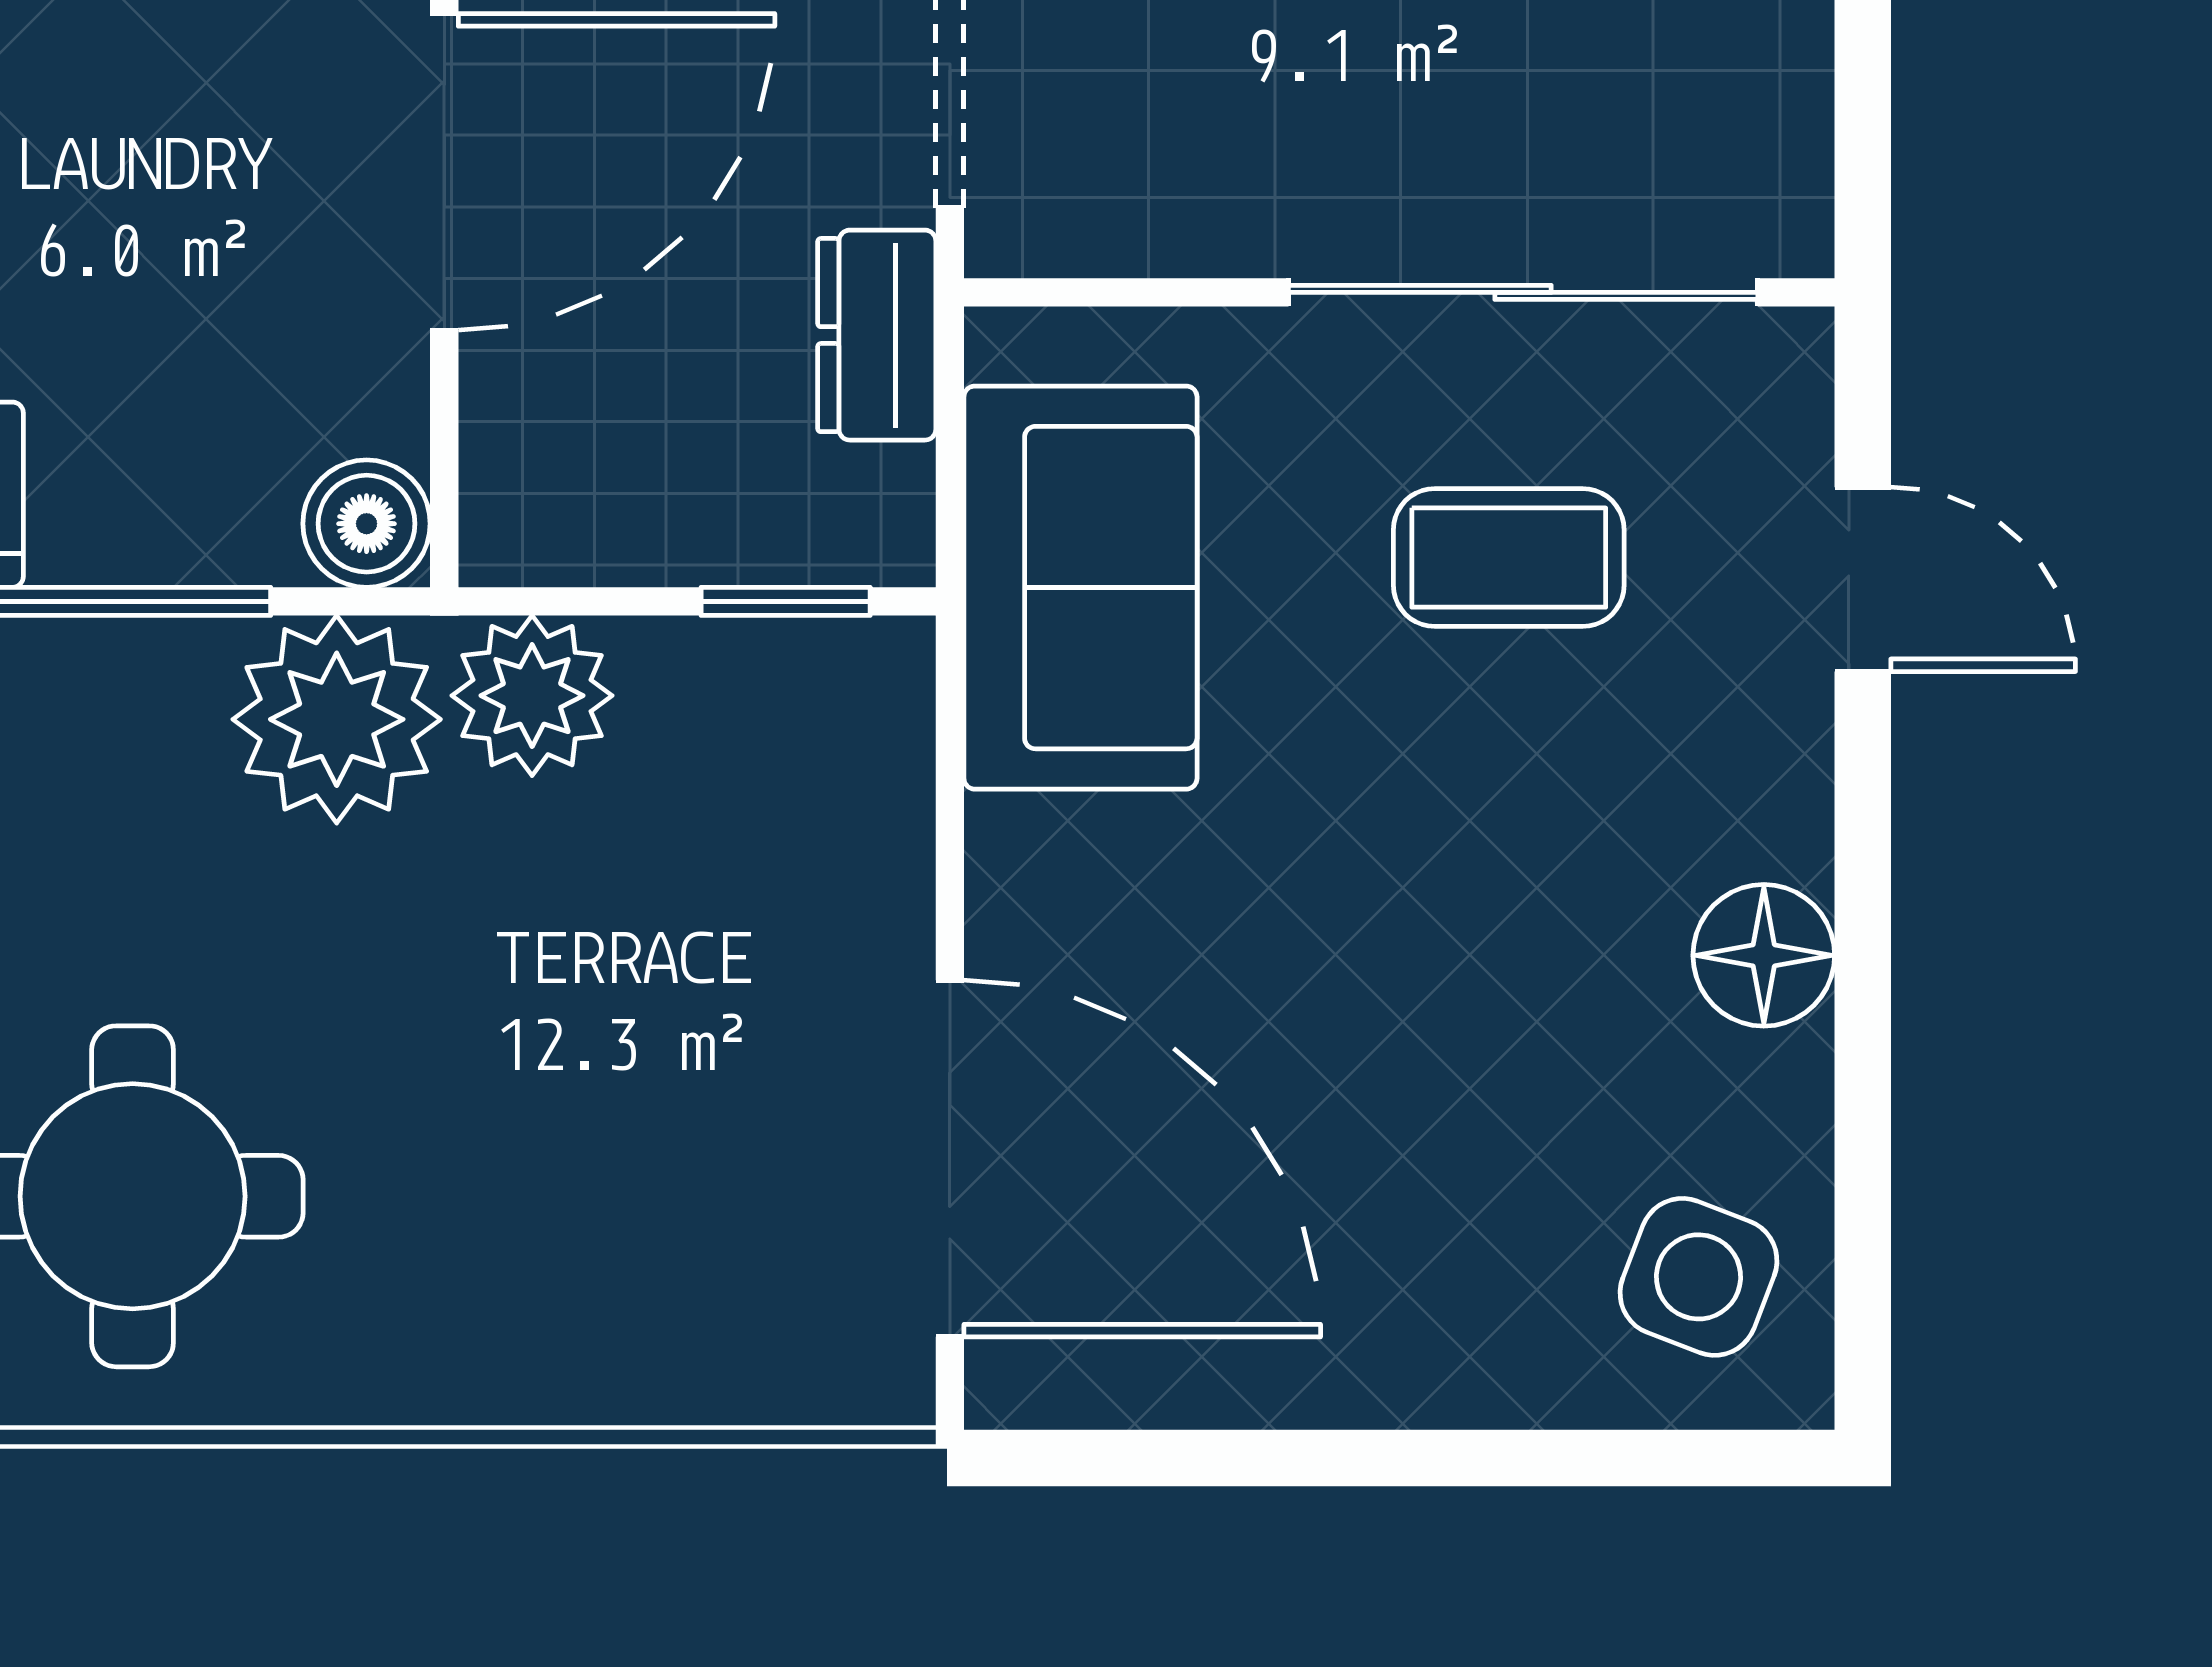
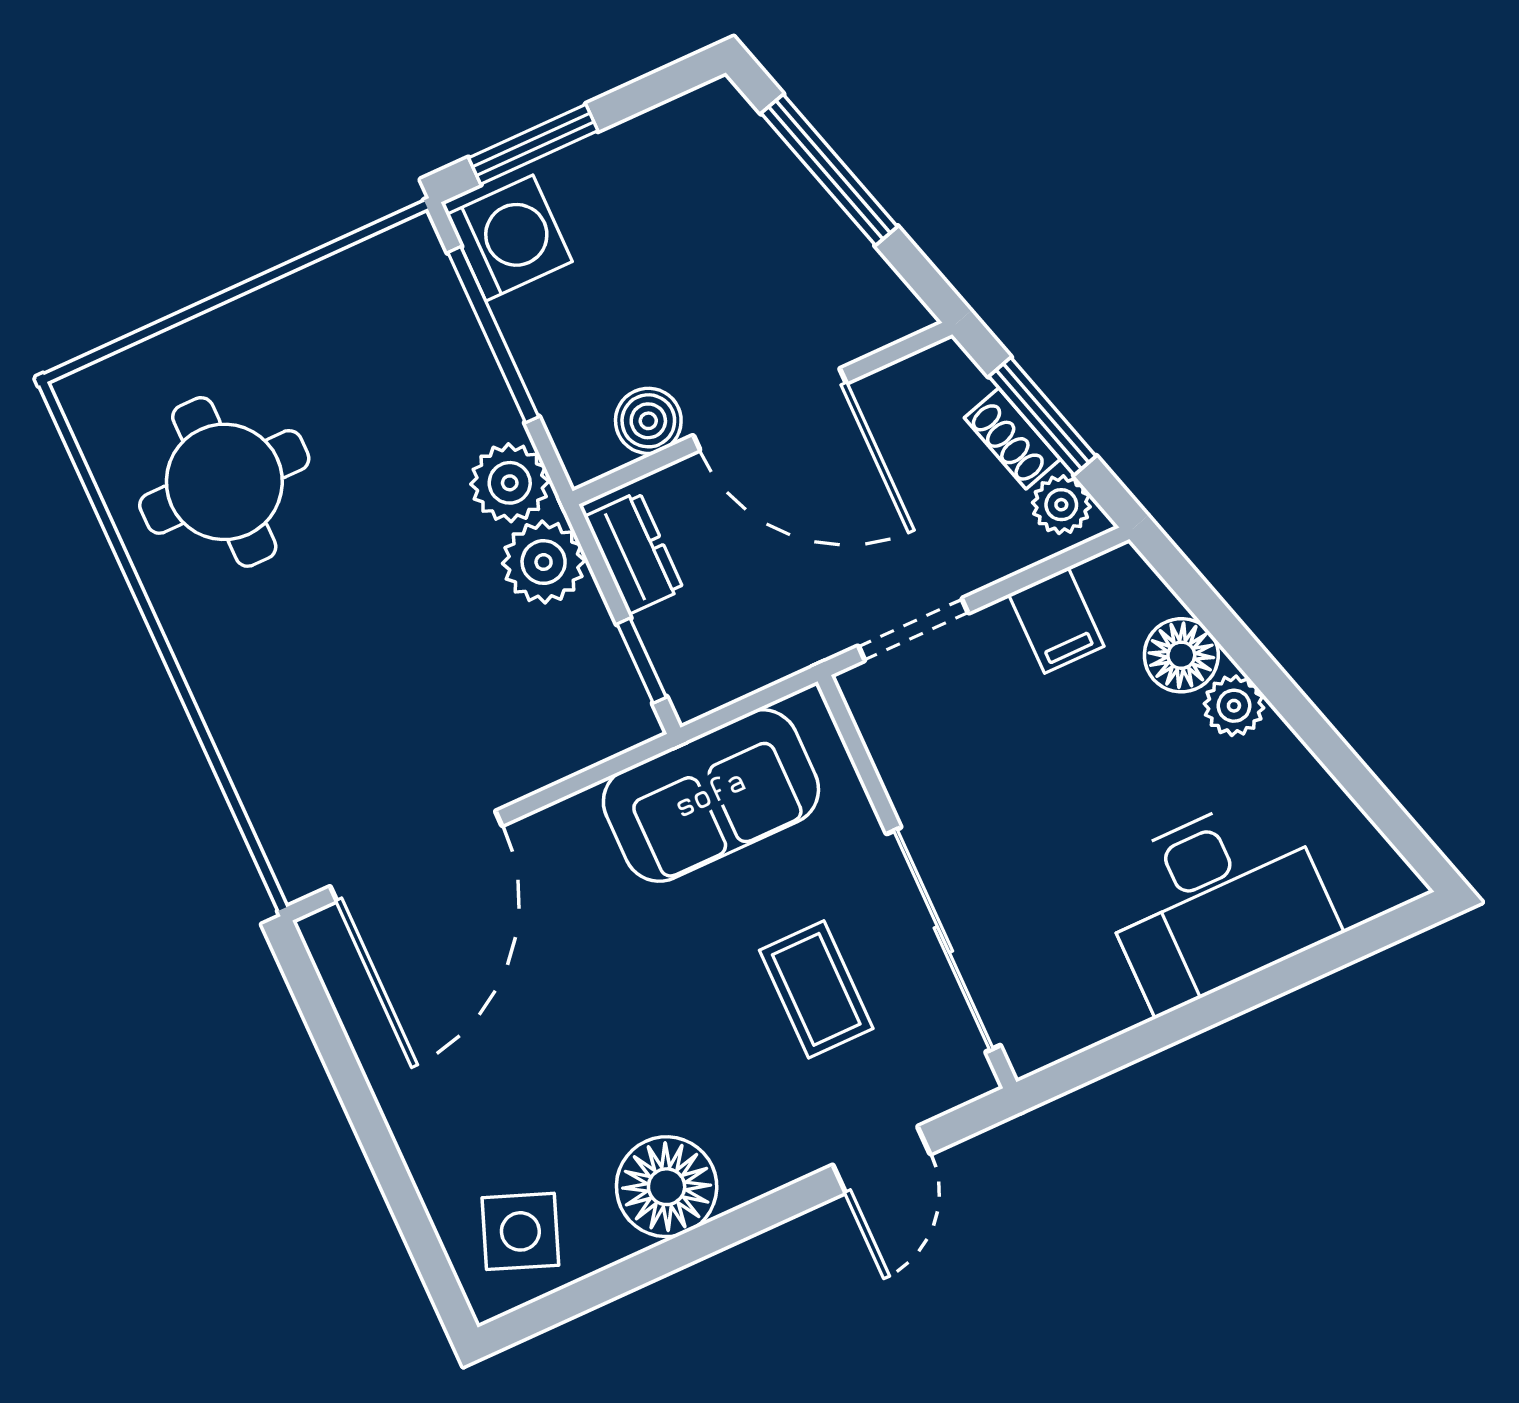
dresser: (877, 335) -> (634, 553), moved, turned 90
boiler: (367, 524) -> (648, 421), moved
plant: (337, 719) -> (510, 483), width x0.73, depth x0.73
floor lamp: (1764, 955) -> (667, 1187), width x1.38, depth x1.38

